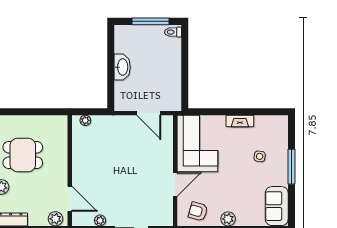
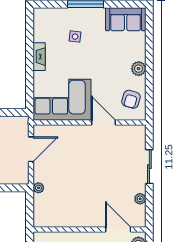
plant: (85, 120) -> (38, 188), moved
door: (70, 199) -> (118, 230), hinge flipped

